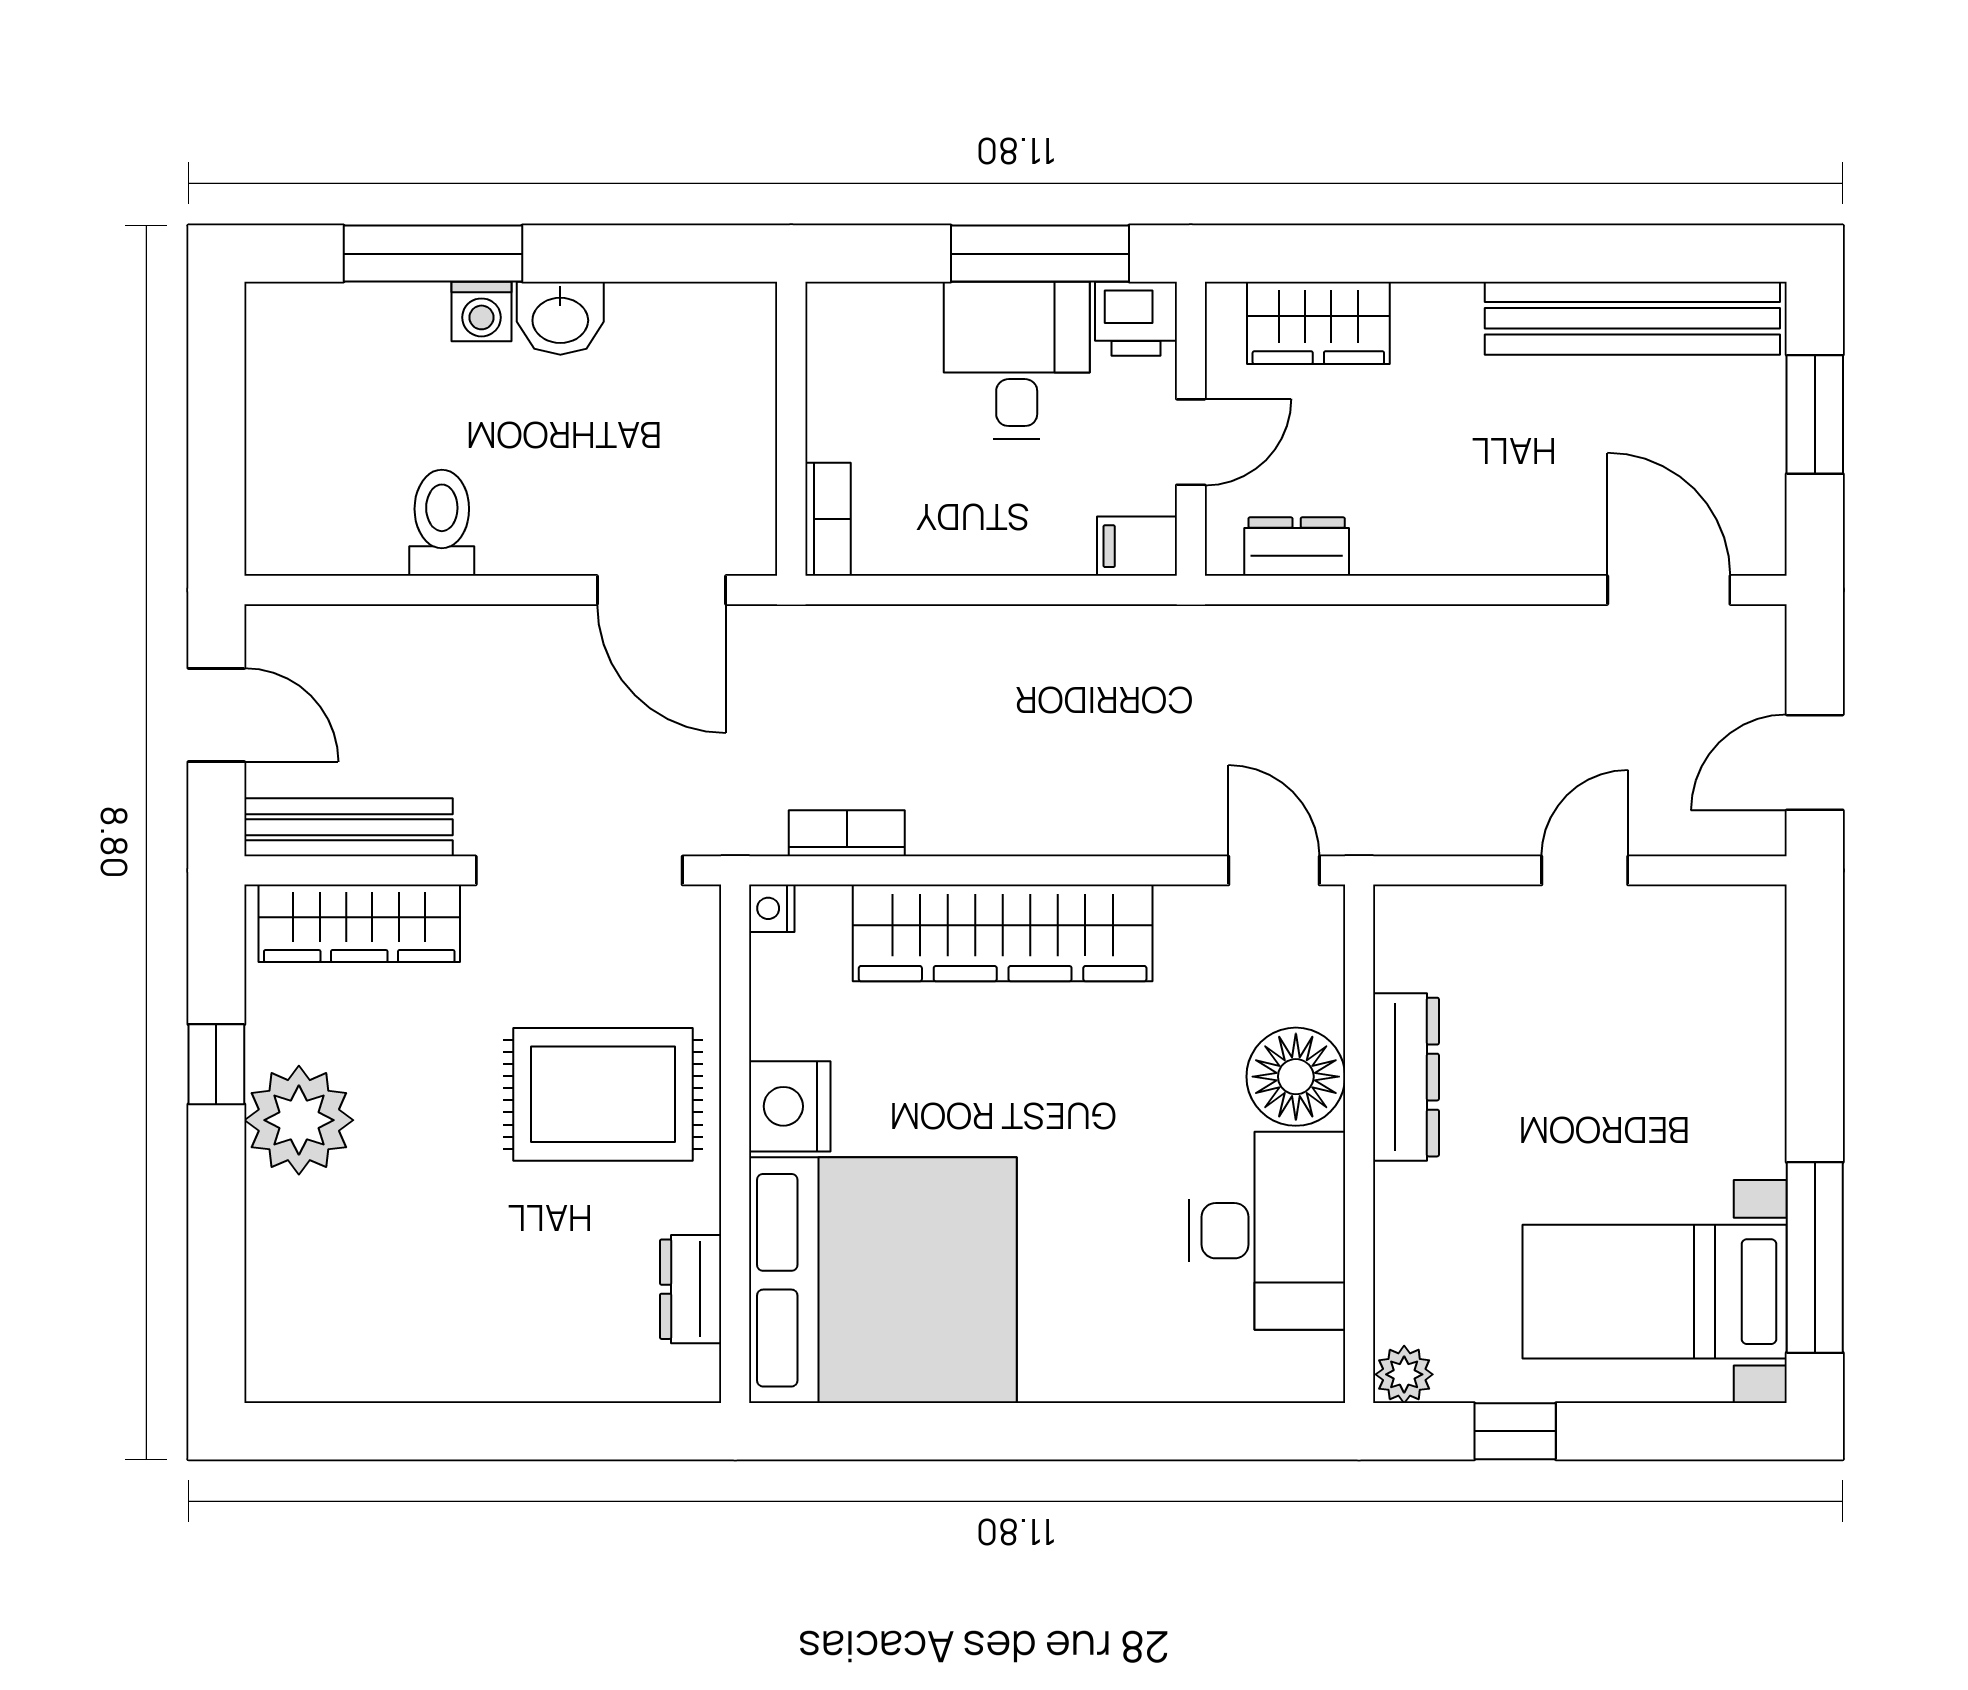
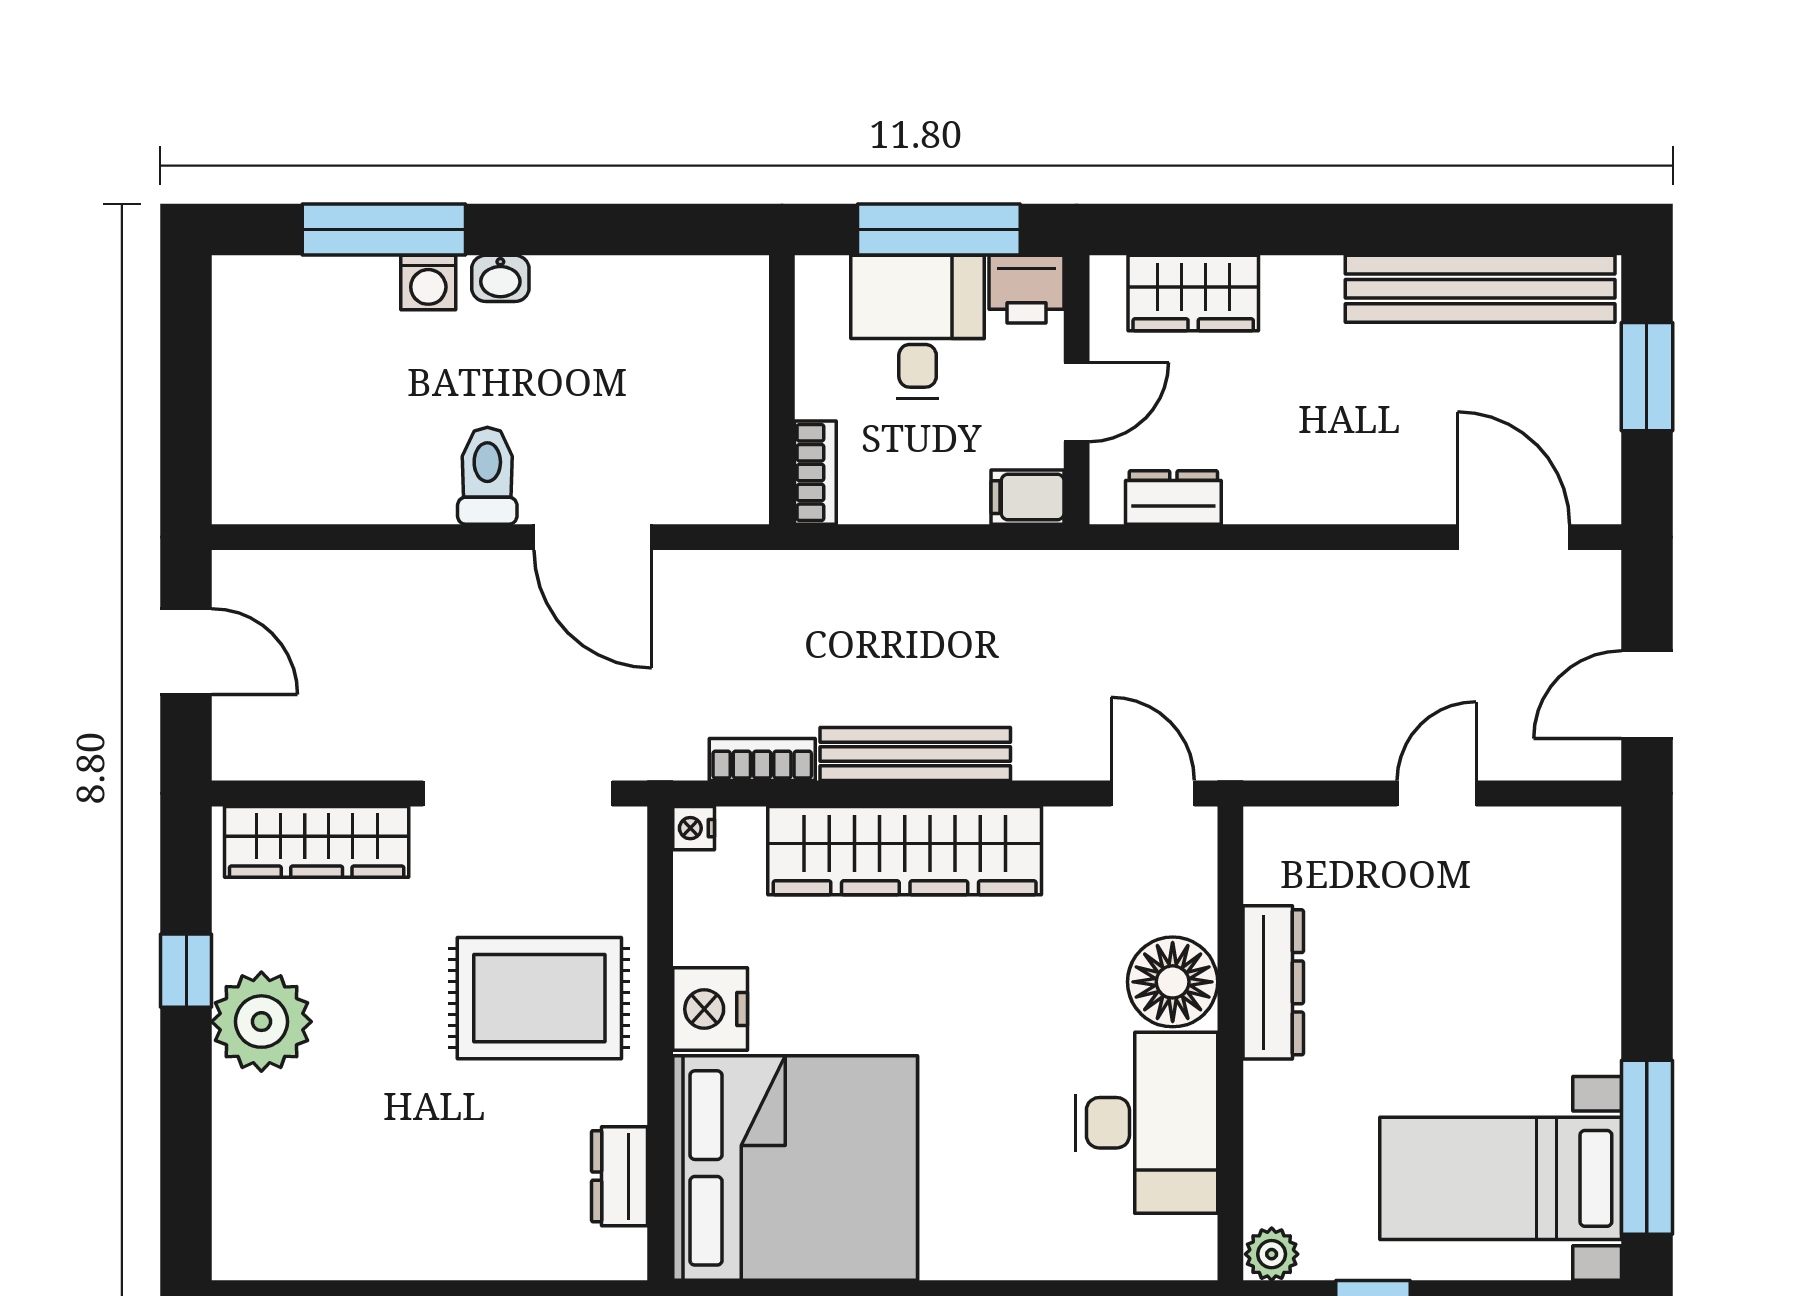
washbasin: (560, 318) -> (500, 278), width x0.72, depth x0.69
wall: (791, 429) -> (782, 390), moved
bookcase: (828, 519) -> (815, 473), moved
toilet: (442, 523) -> (487, 476), moved
bench: (349, 827) -> (915, 754), moved

